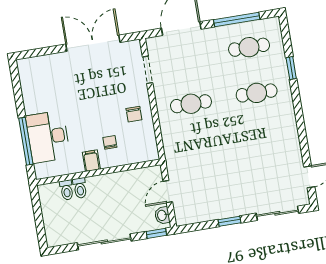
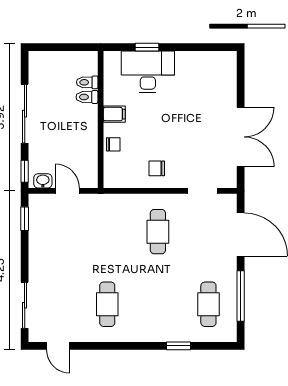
cafe table: (257, 93) -> (107, 304), moved
window: (26, 141) -> (147, 47), width x0.46
chair: (110, 142) -> (113, 144), moved
window: (229, 221) -> (25, 219), moved

